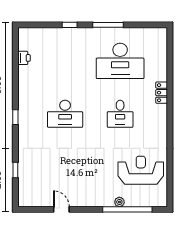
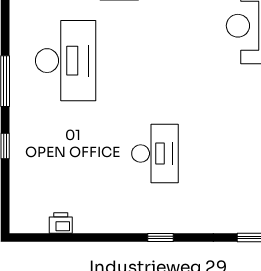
desk: (120, 114) -> (155, 61), removed

